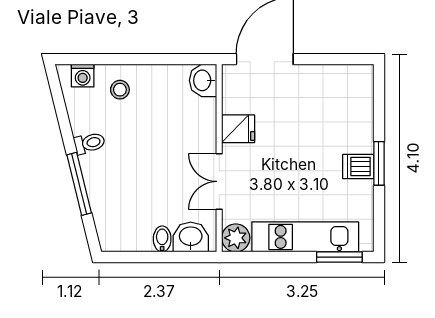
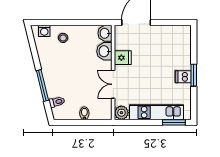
toilet: (90, 143) -> (57, 102), moved
washbasin: (191, 237) -> (104, 51), moved, turned -90

